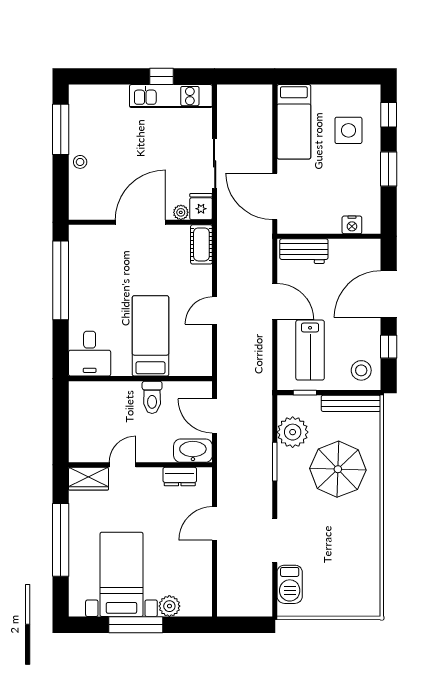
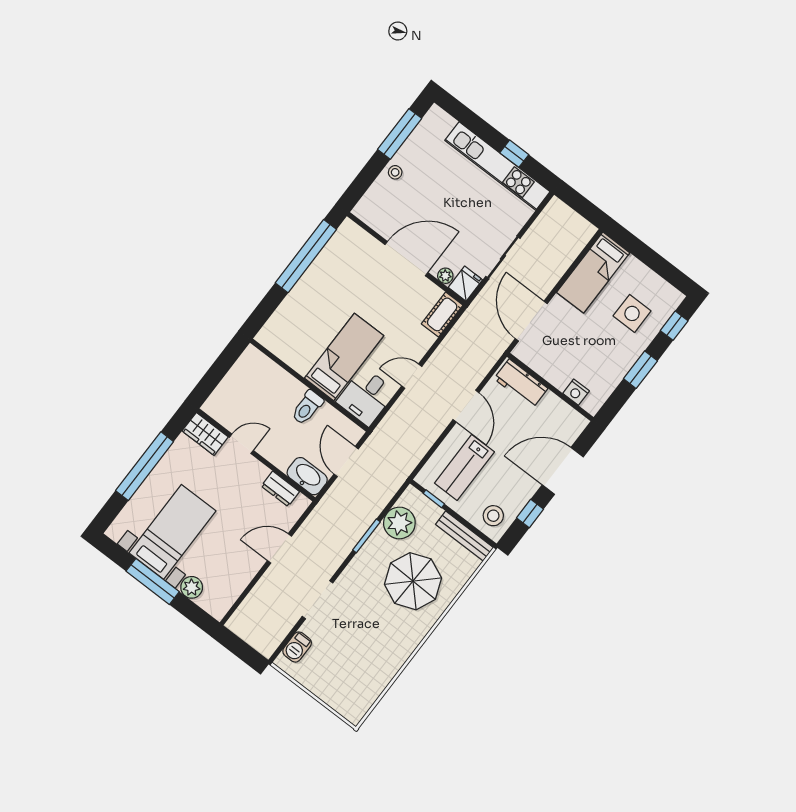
kitchen unit: (171, 96) -> (497, 166), width x1.36
desk: (90, 354) -> (366, 396), moved
barbecue: (290, 584) -> (297, 647), width x0.73, depth x0.79

